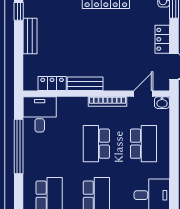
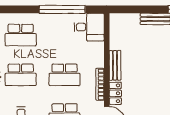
locker: (52, 83) -> (115, 93), moved
school desk: (96, 144) -> (64, 75), turned 180

